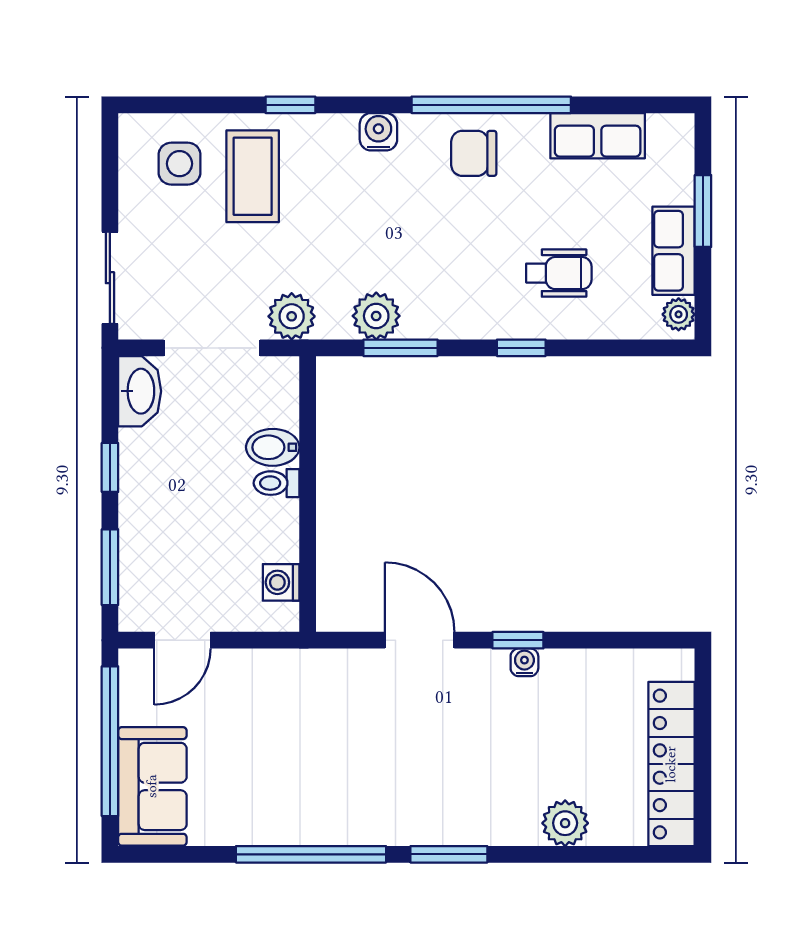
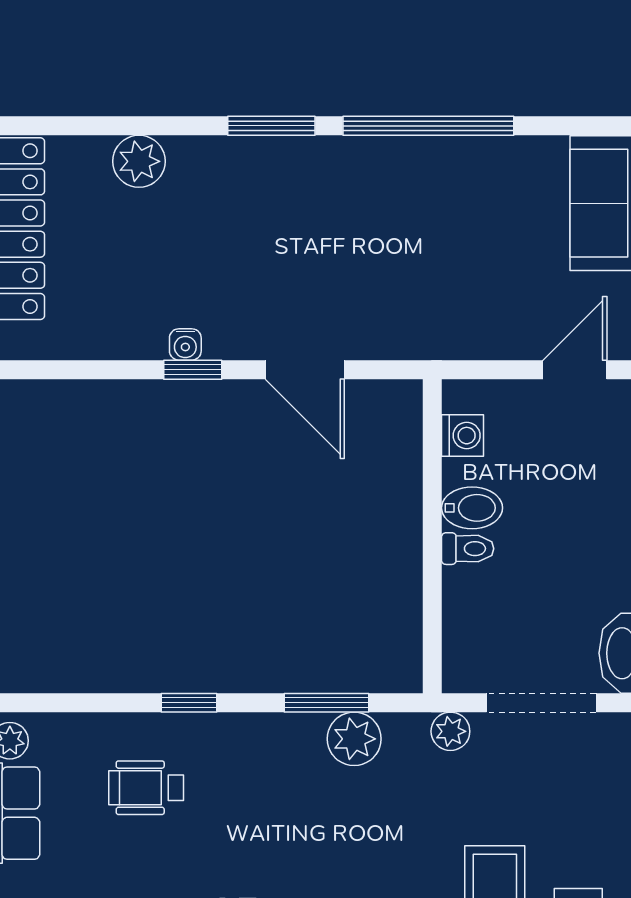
plant: (292, 316) -> (450, 731), width x0.73, depth x0.73
bidet: (273, 447) -> (472, 508), moved

